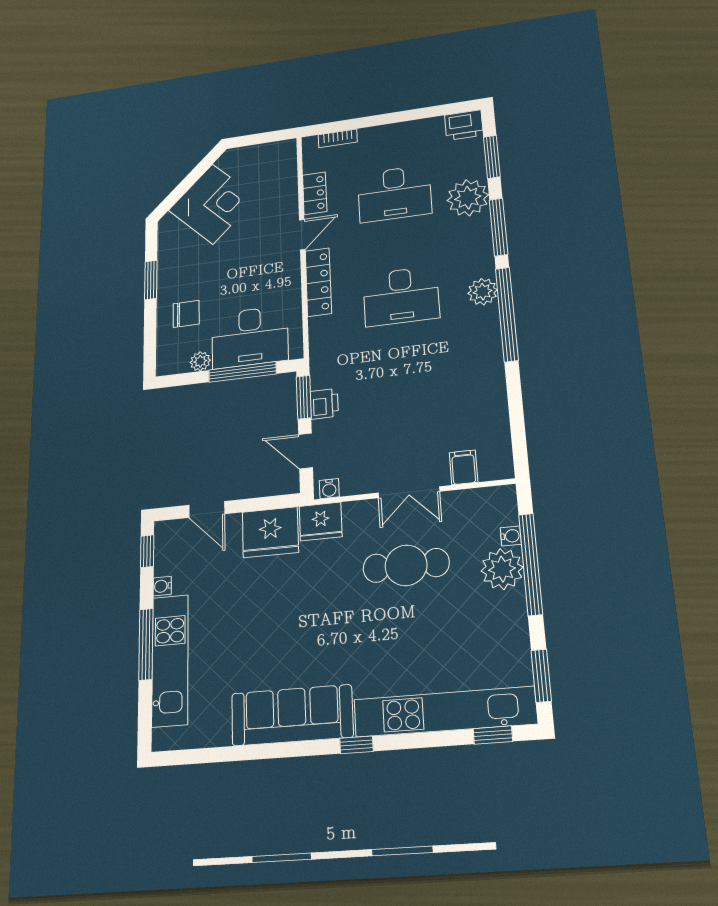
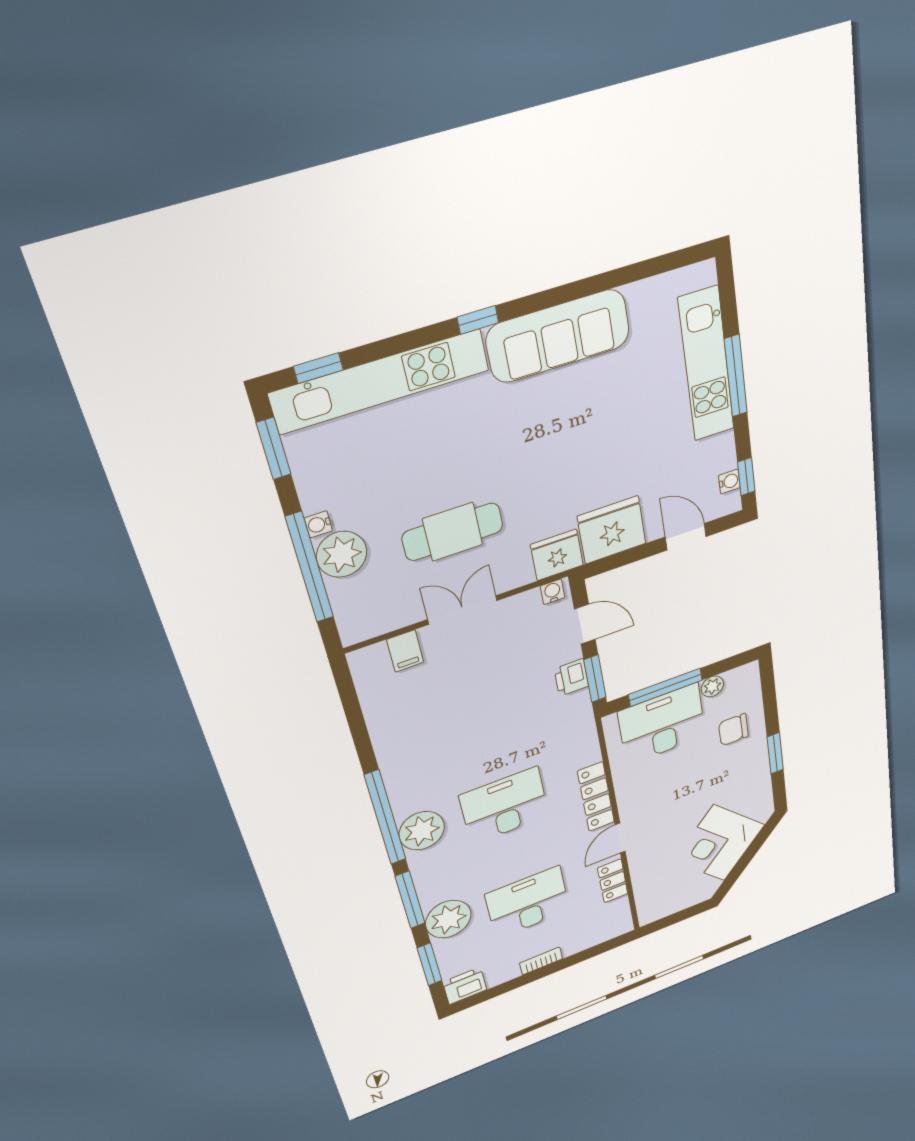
bookcase: (338, 138) -> (541, 961), moved
plant: (483, 292) -> (422, 831), width x1.36, depth x1.36
water cooler: (511, 536) -> (318, 524), moved
water cooler: (162, 586) -> (729, 481), moved

